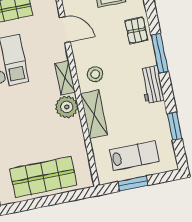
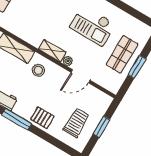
plant: (67, 107) -> (68, 61), moved, width x0.53, depth x0.53

